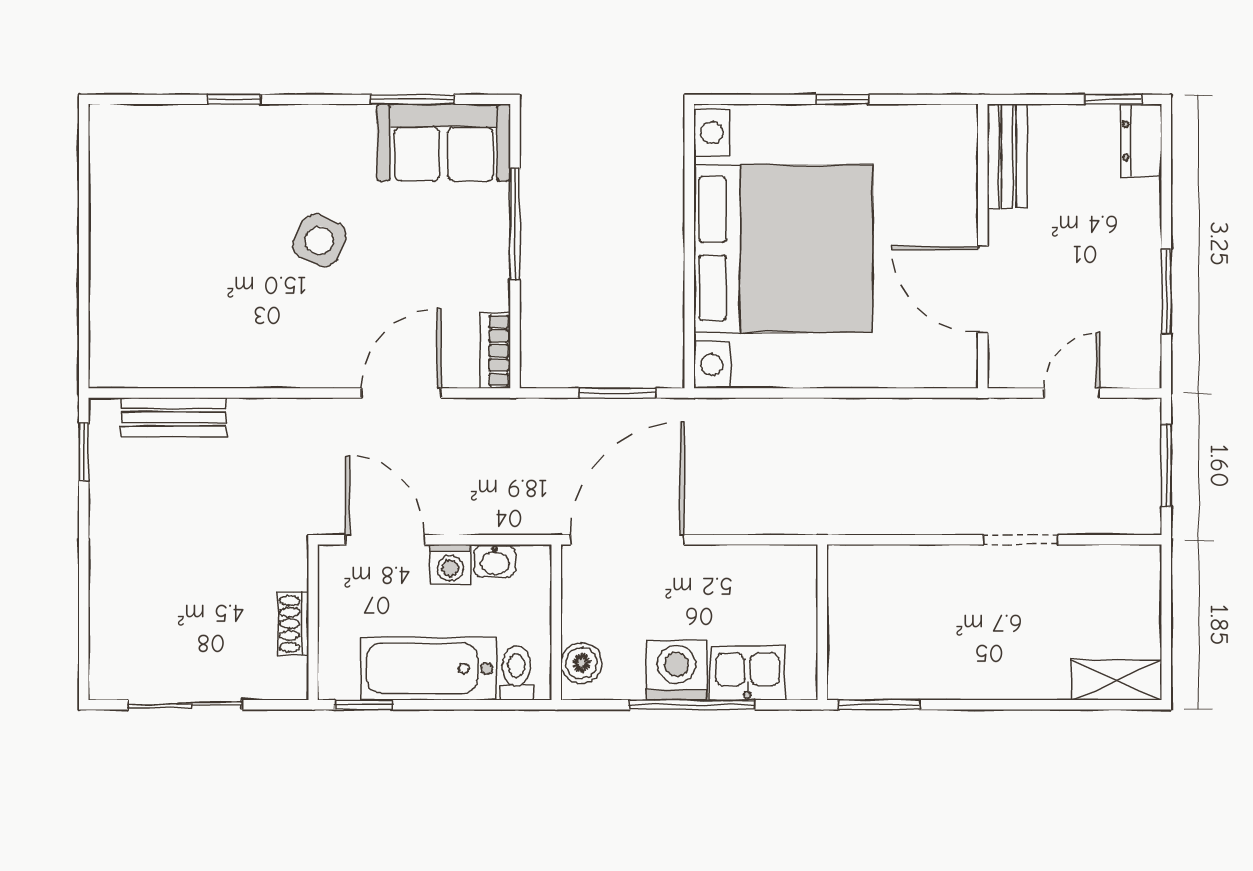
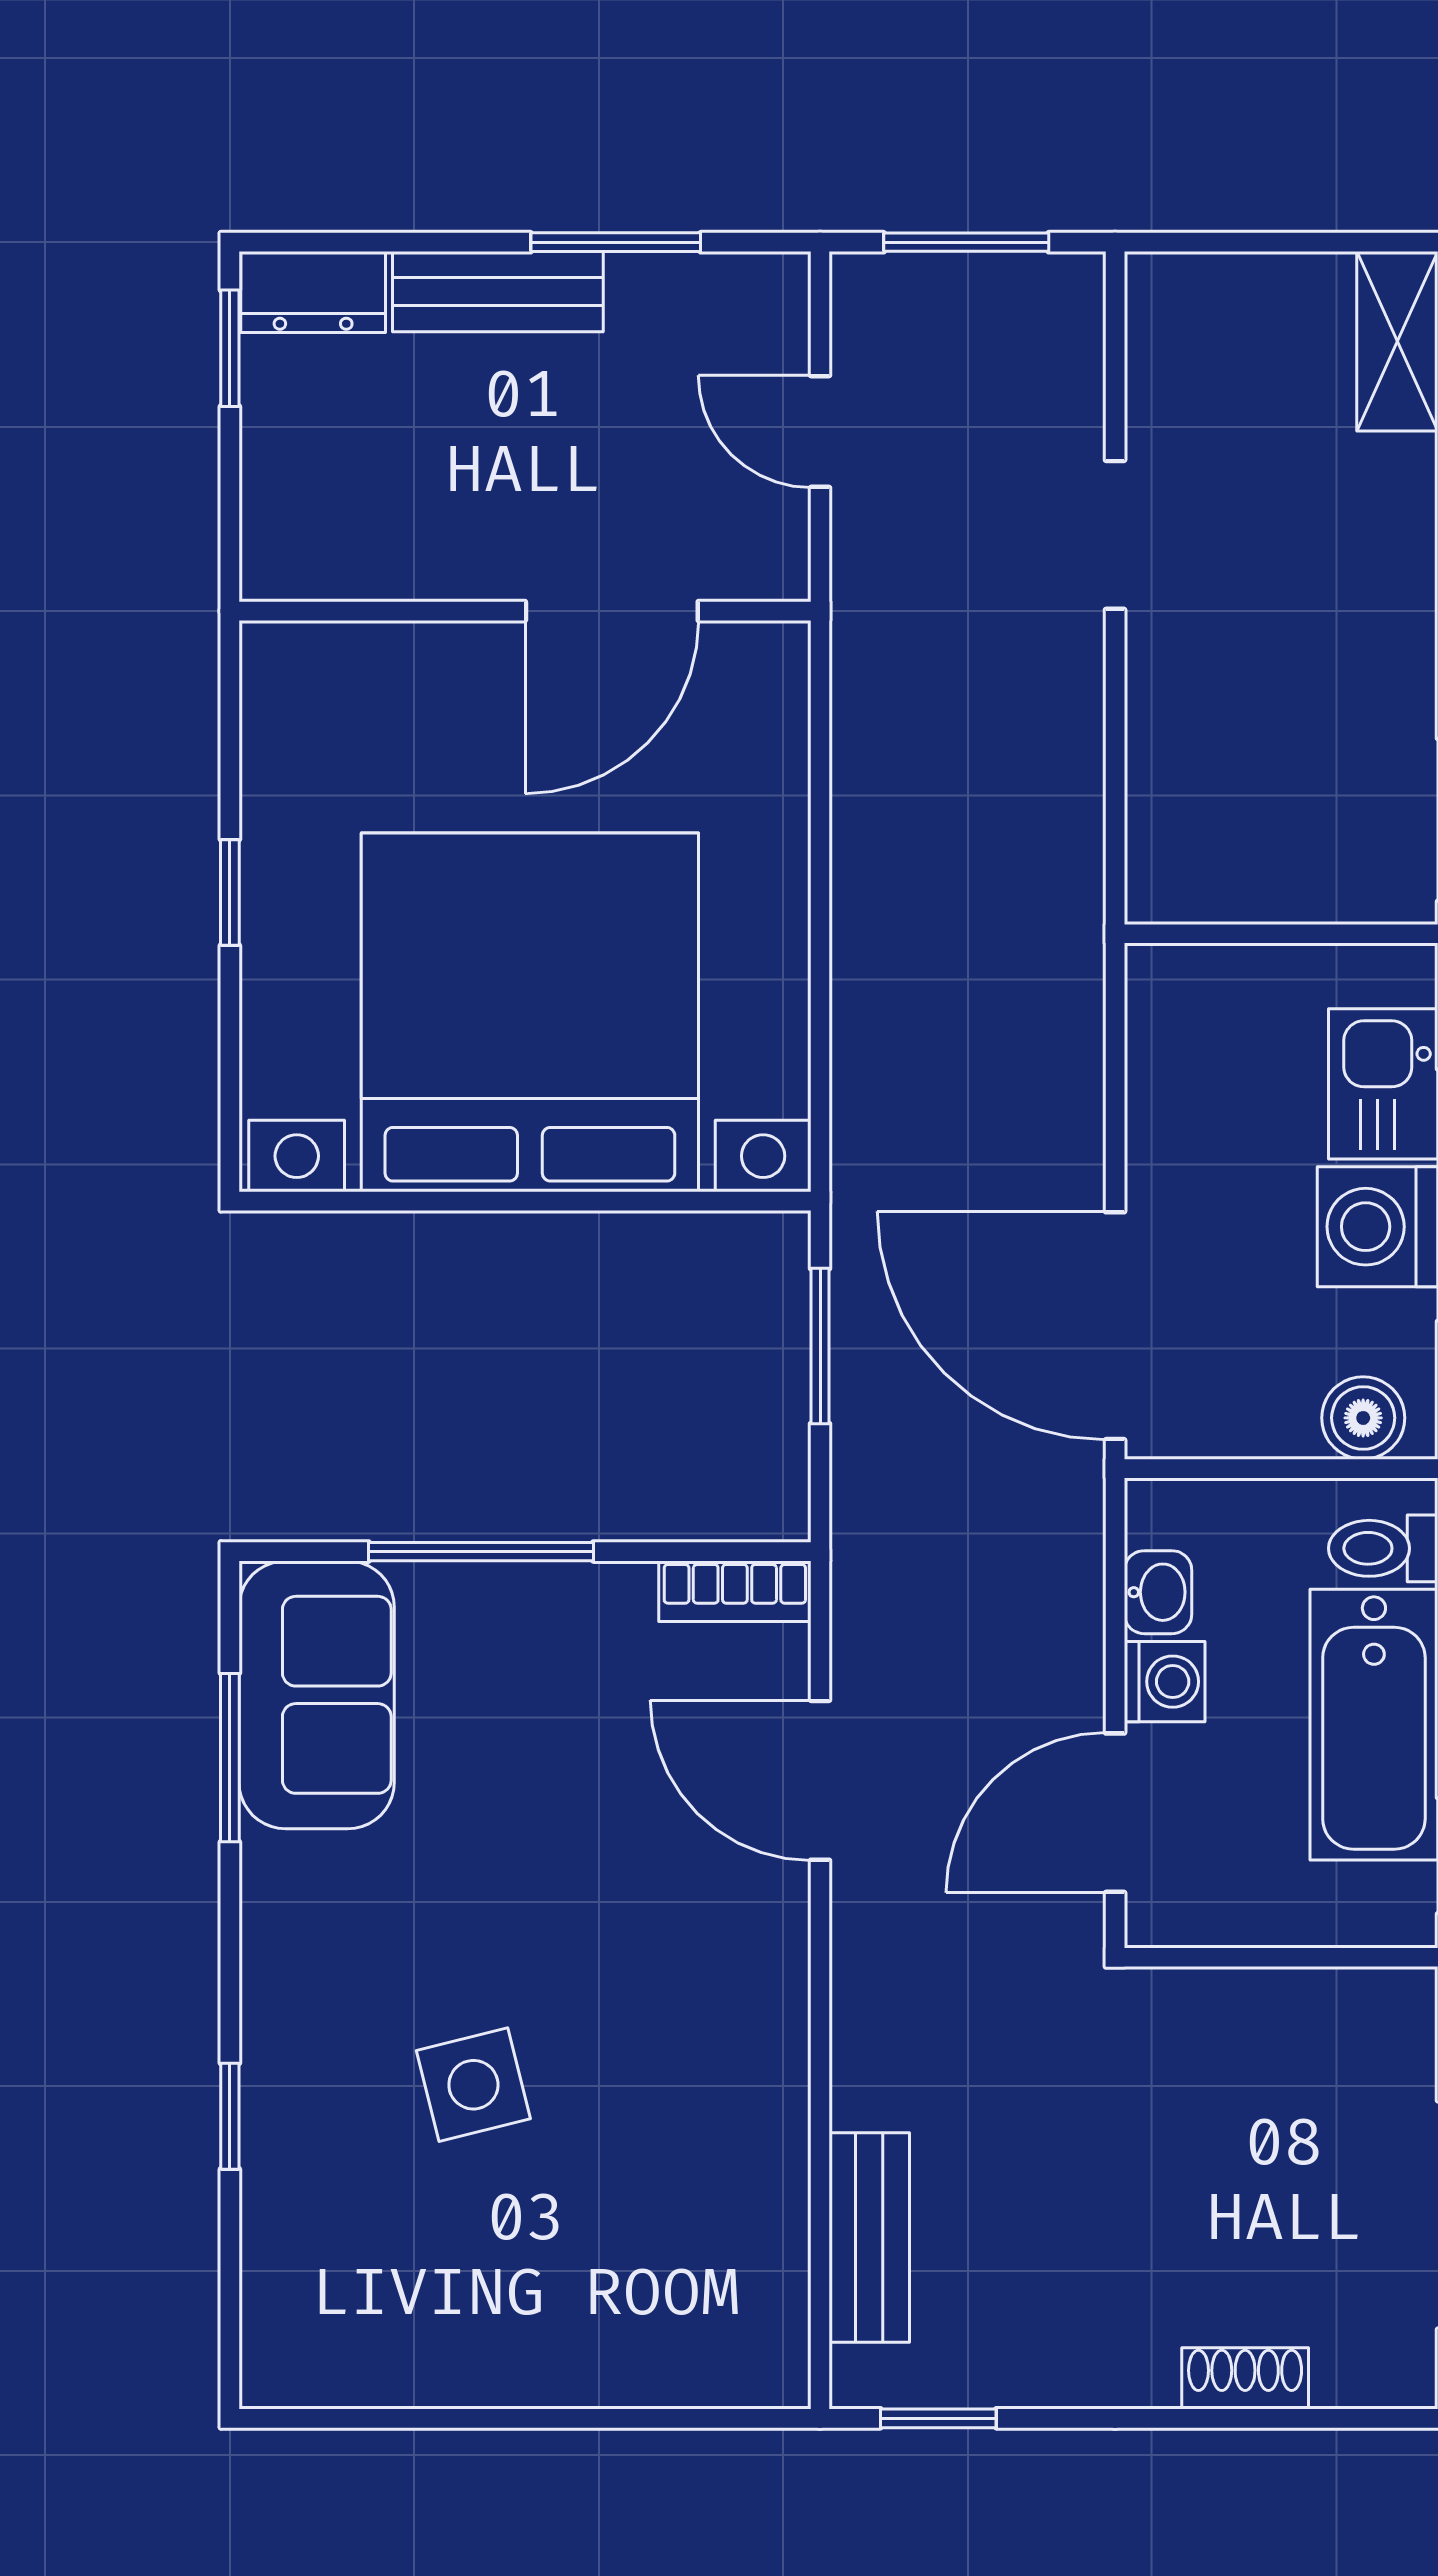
bench: (1007, 156) -> (498, 292), moved
side table: (319, 241) -> (473, 2085), moved, turned -38
shoe rack: (293, 624) -> (1245, 2378), moved, turned 180

